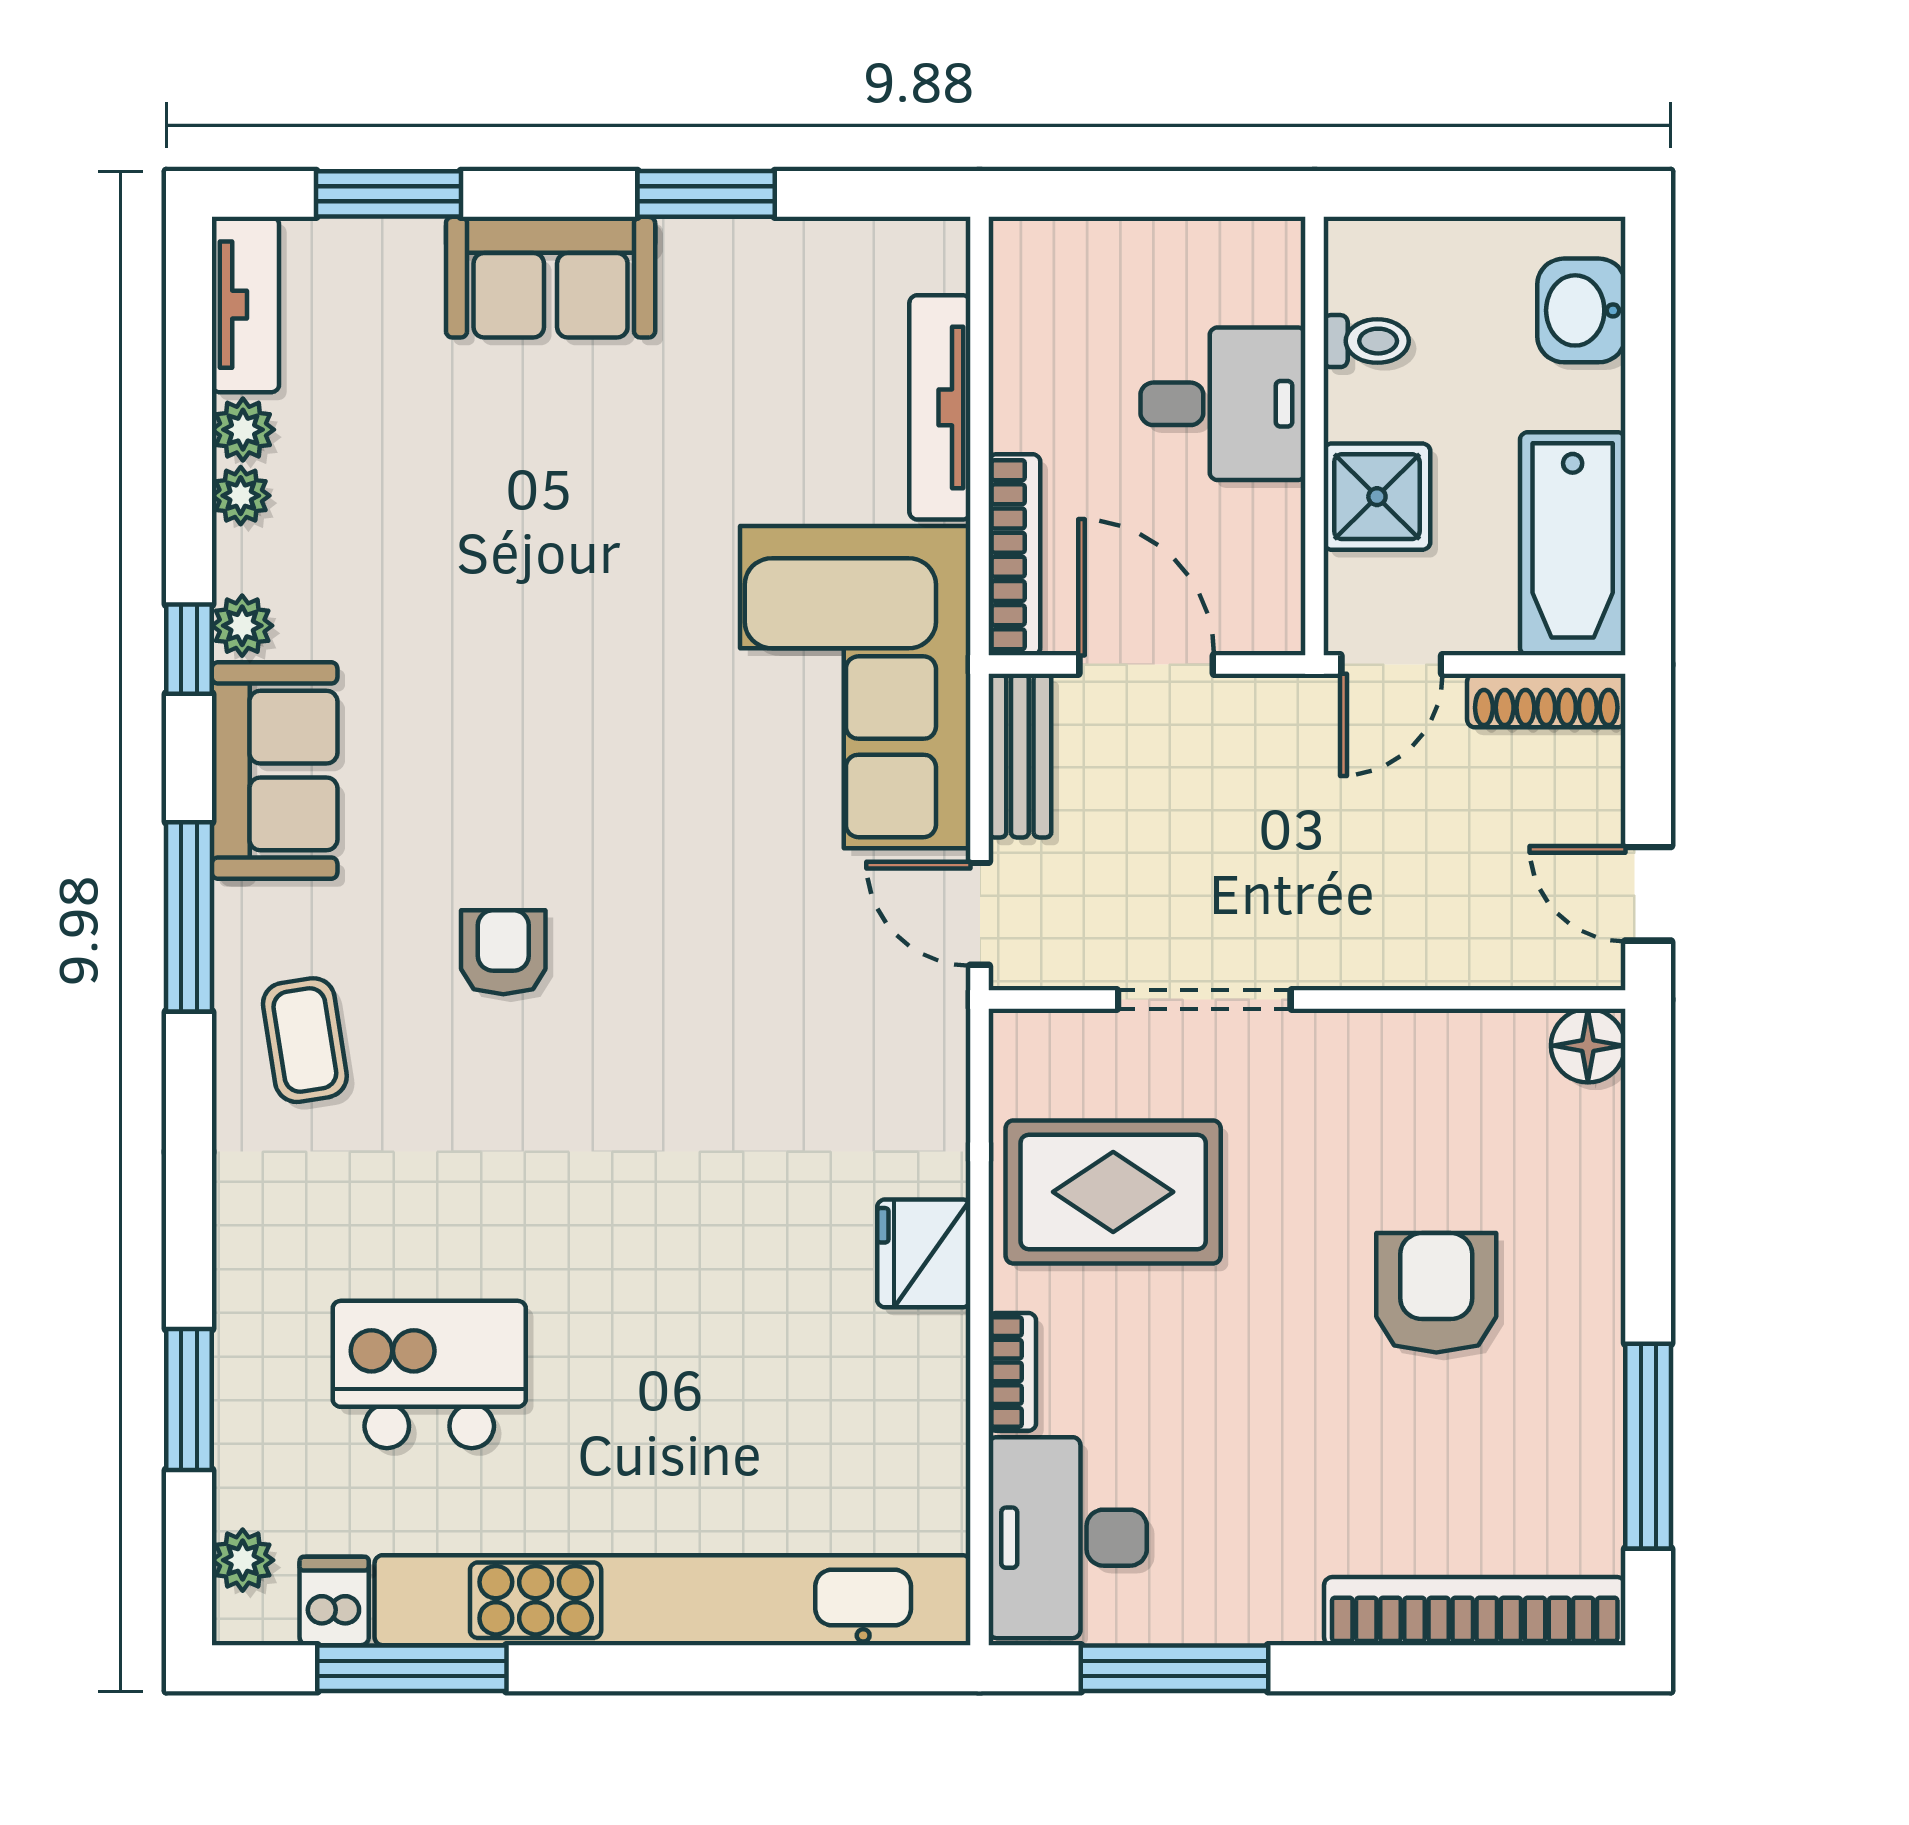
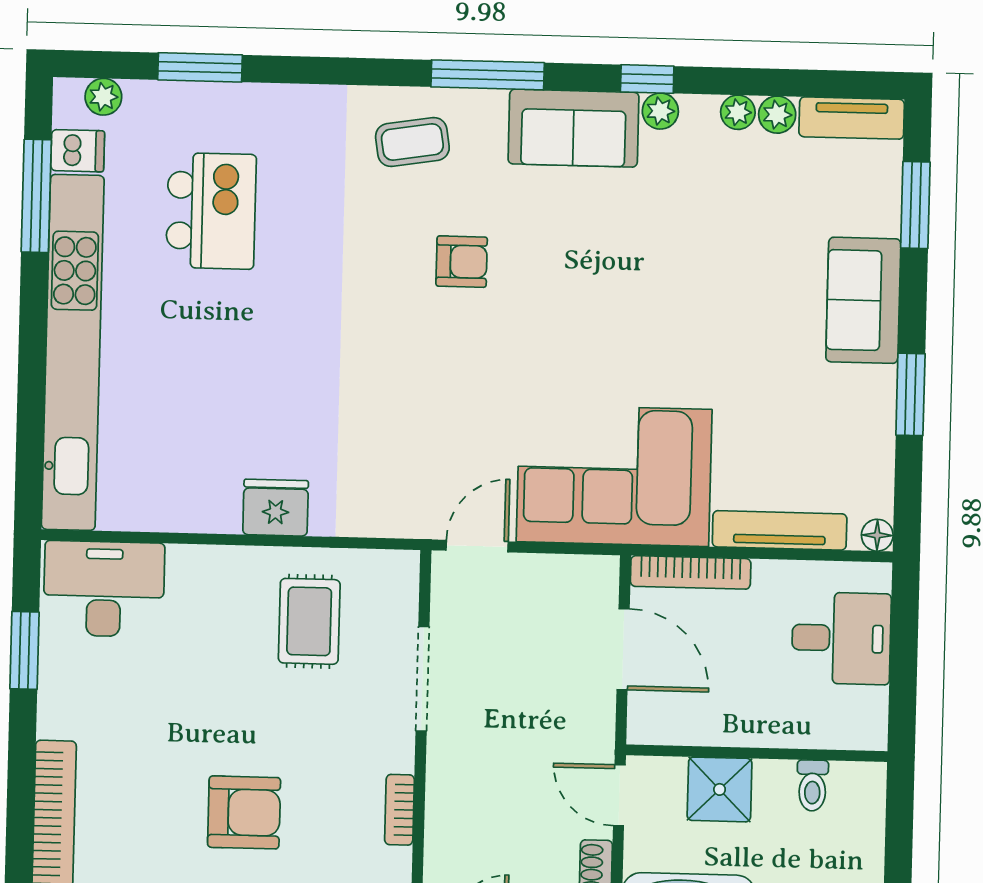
floor lamp: (944, 243) -> (877, 535), added
desk: (1223, 404) -> (841, 638), moved, turned -90
door: (1146, 665) -> (623, 649), hinge flipped
bench: (1020, 756) -> (571, 573), removed
rug: (1113, 1192) -> (309, 621), width x0.73, depth x0.70
bookcase: (1012, 1372) -> (399, 810), moved, turned 90
window: (1174, 1668) -> (24, 650), width x0.69

